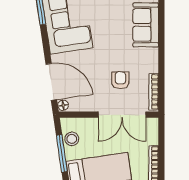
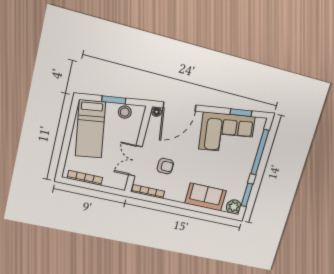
double door: (122, 115) -> (135, 161), width x0.73
window: (62, 153) -> (114, 100), width x0.69

